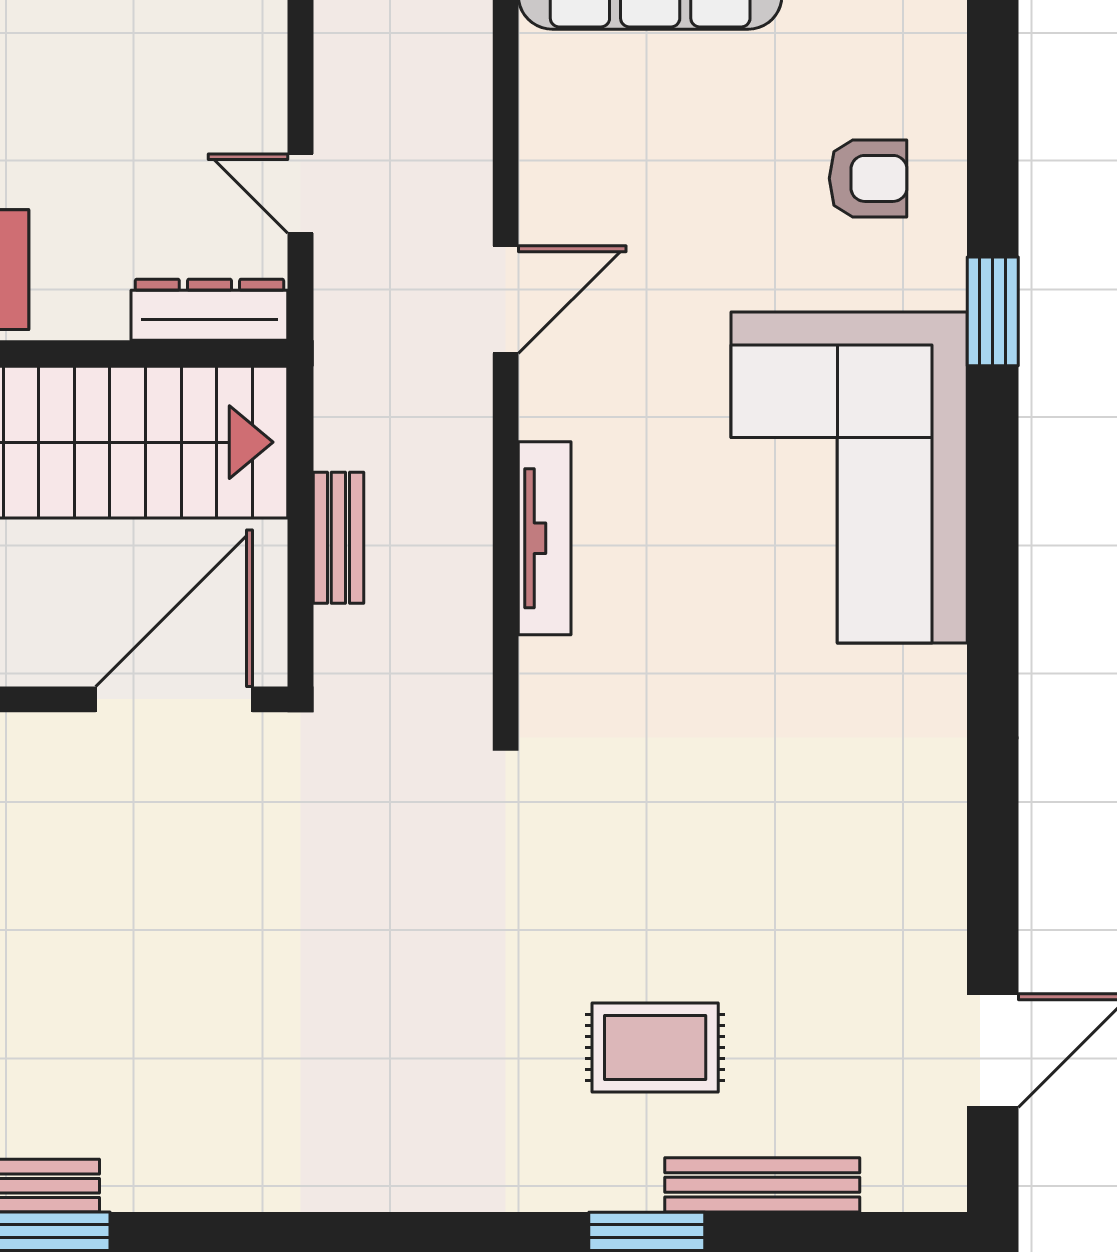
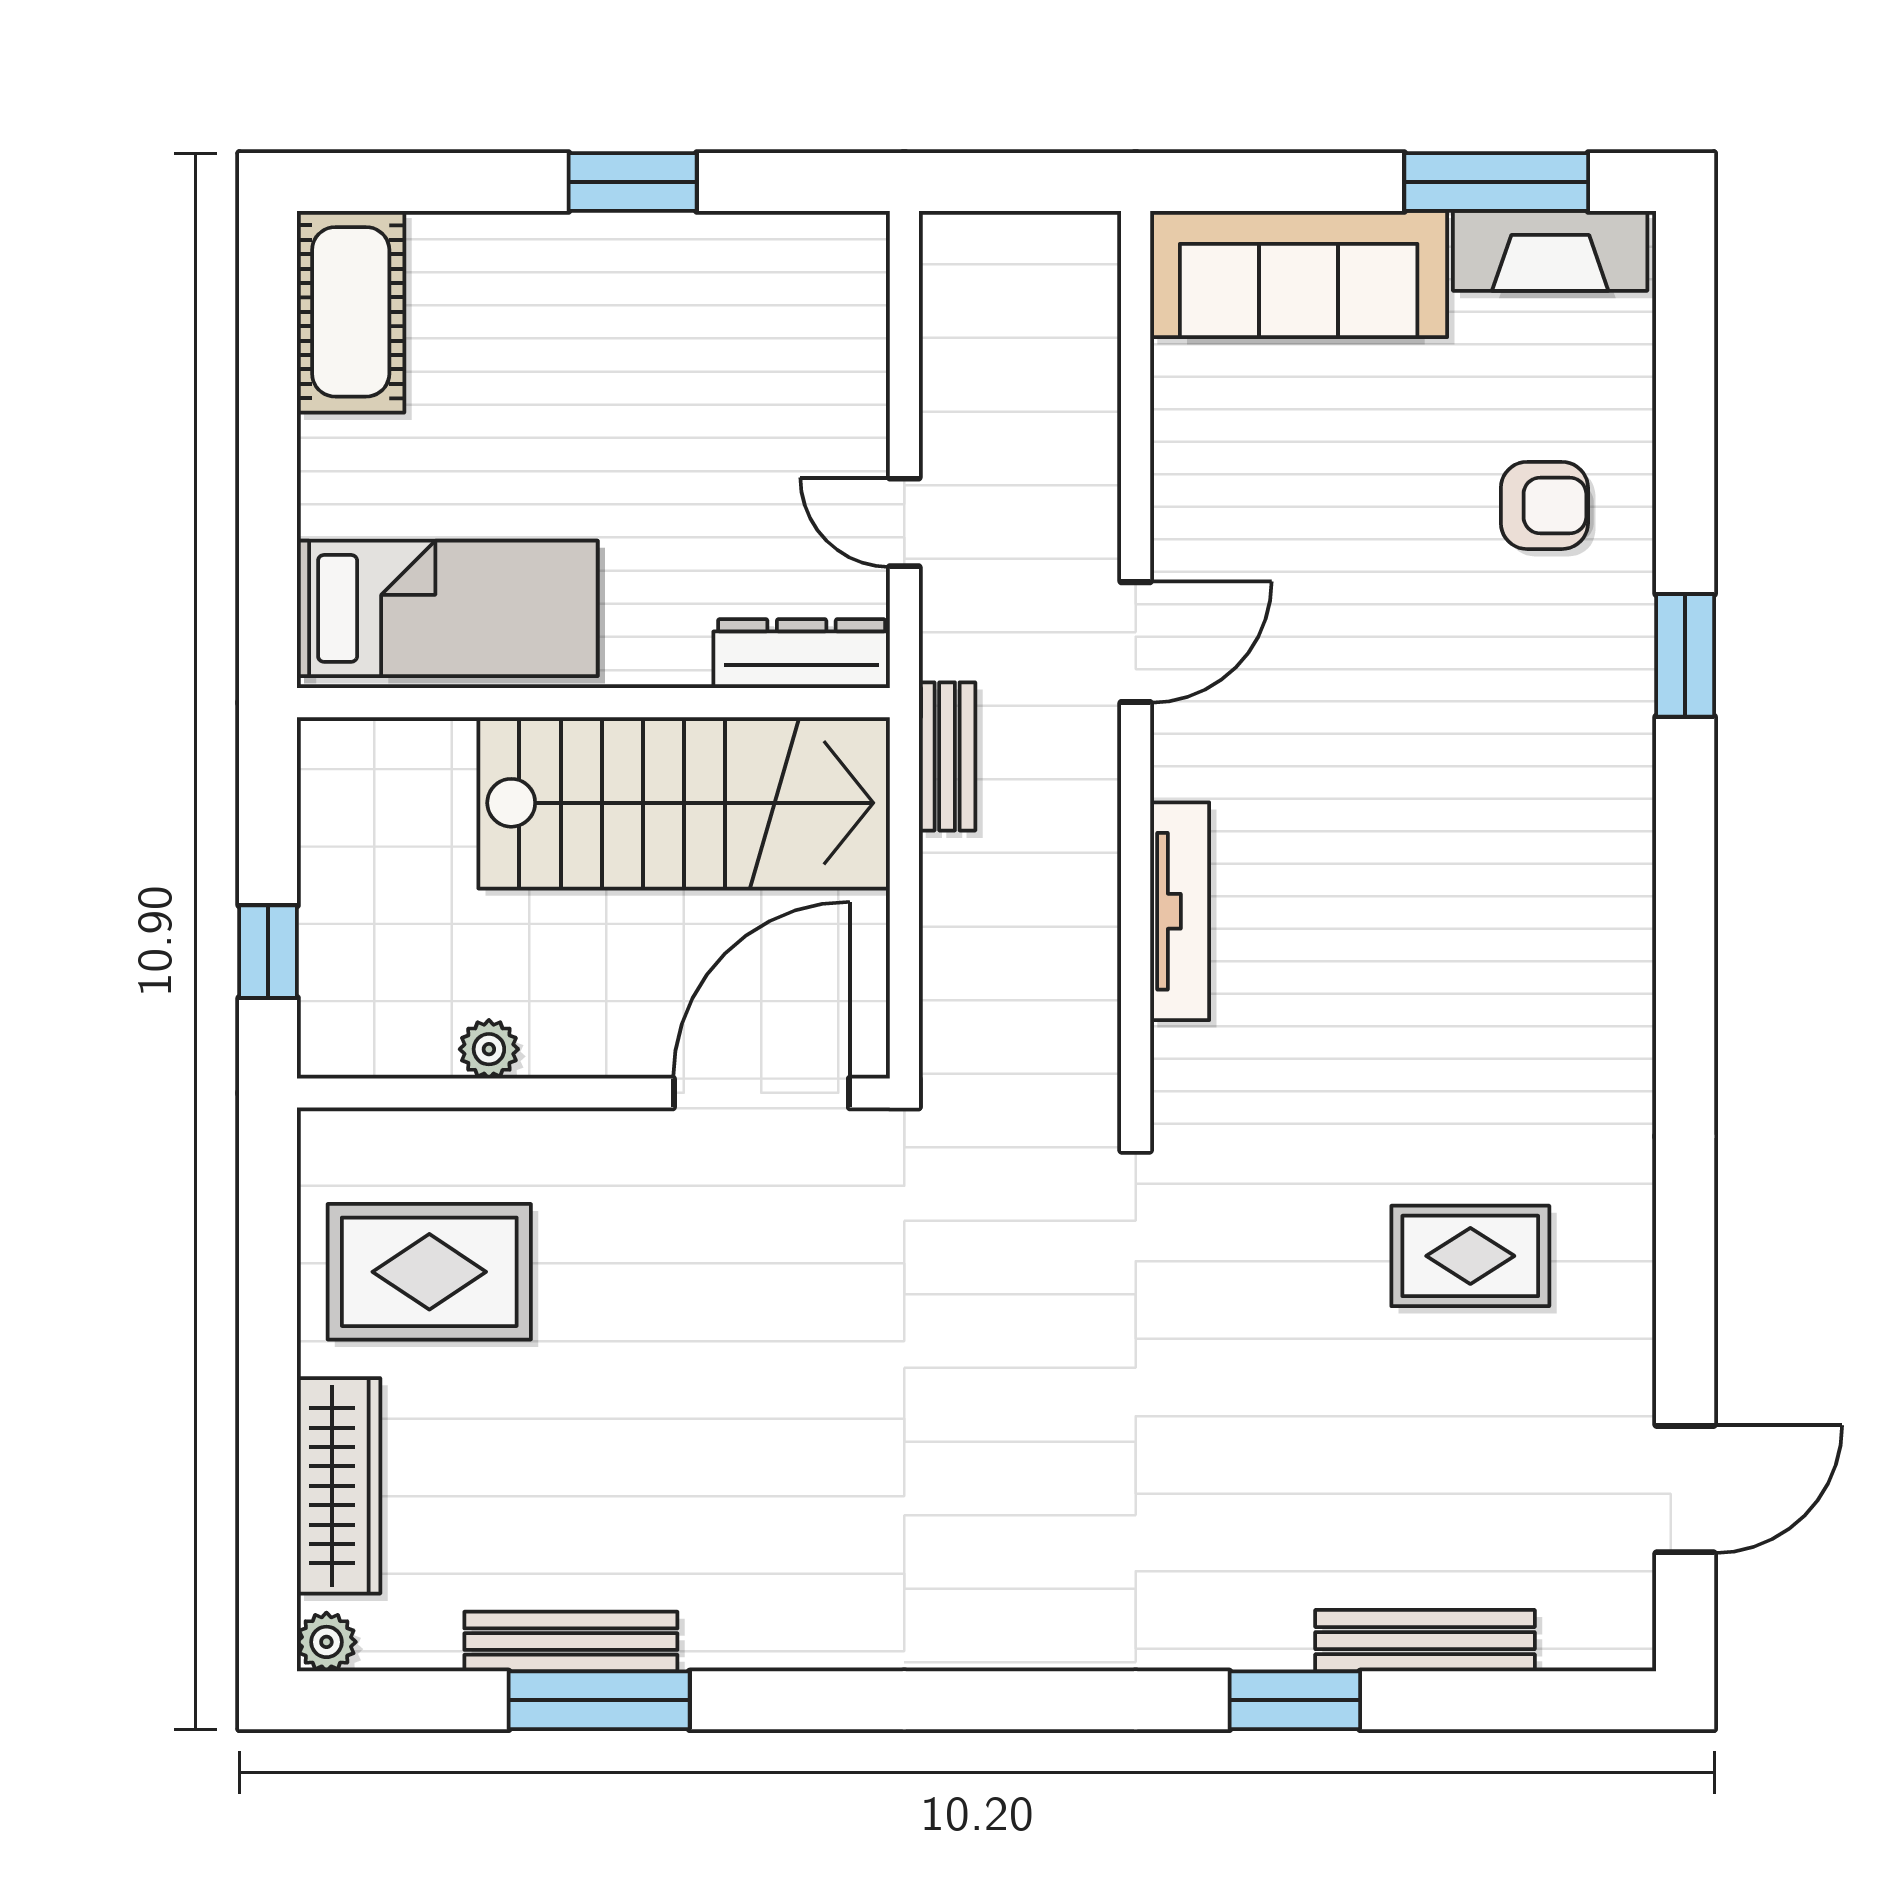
corner sofa: (849, 477) -> (1523, 843), removed
bench: (338, 538) -> (947, 756), moved
rug: (655, 1047) -> (1470, 1256), moved

